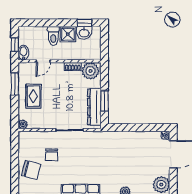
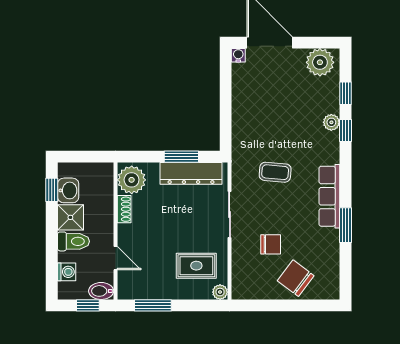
washing machine: (35, 32) -> (67, 272), added
rug: (33, 96) -> (196, 266), moved
coffee table: (95, 158) -> (275, 172), added
chair: (31, 170) -> (296, 278), turned -68

